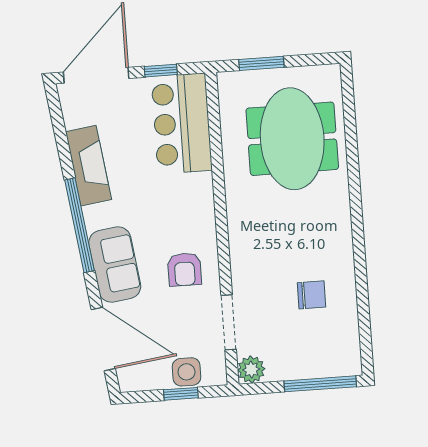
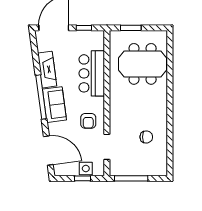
bar counter: (182, 124) -> (92, 73), moved
meeting table: (292, 139) -> (143, 64), turned 90
sofa: (115, 265) -> (54, 105), moved
plant: (251, 369) -> (116, 170), removed
window: (320, 384) -> (131, 178), moved

